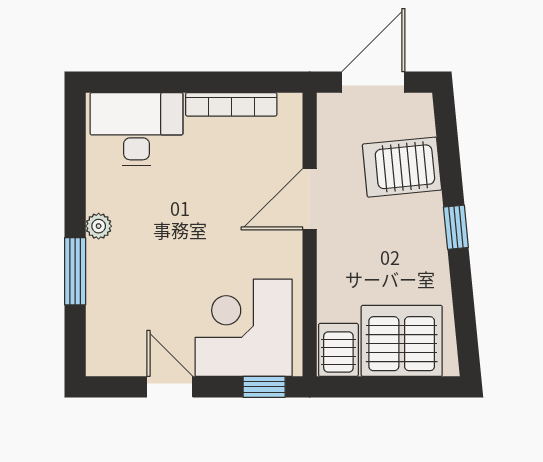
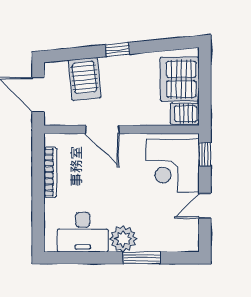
desk: (136, 129) -> (83, 232), moved, turned -90
plant: (99, 226) -> (123, 239), width x1.87, depth x1.87

